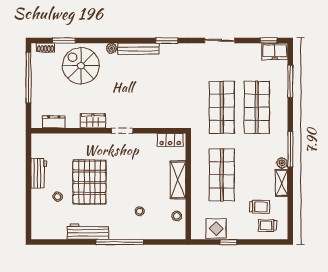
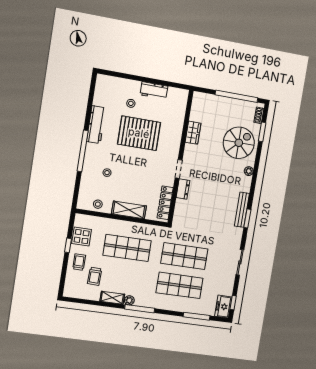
bench: (138, 49) -> (242, 210), moved
wardrobe: (93, 121) -> (193, 133), moved
dresser: (54, 122) -> (183, 189), moved
locker: (170, 140) -> (165, 203), width x1.53
trolley: (267, 226) -> (79, 262), moved

